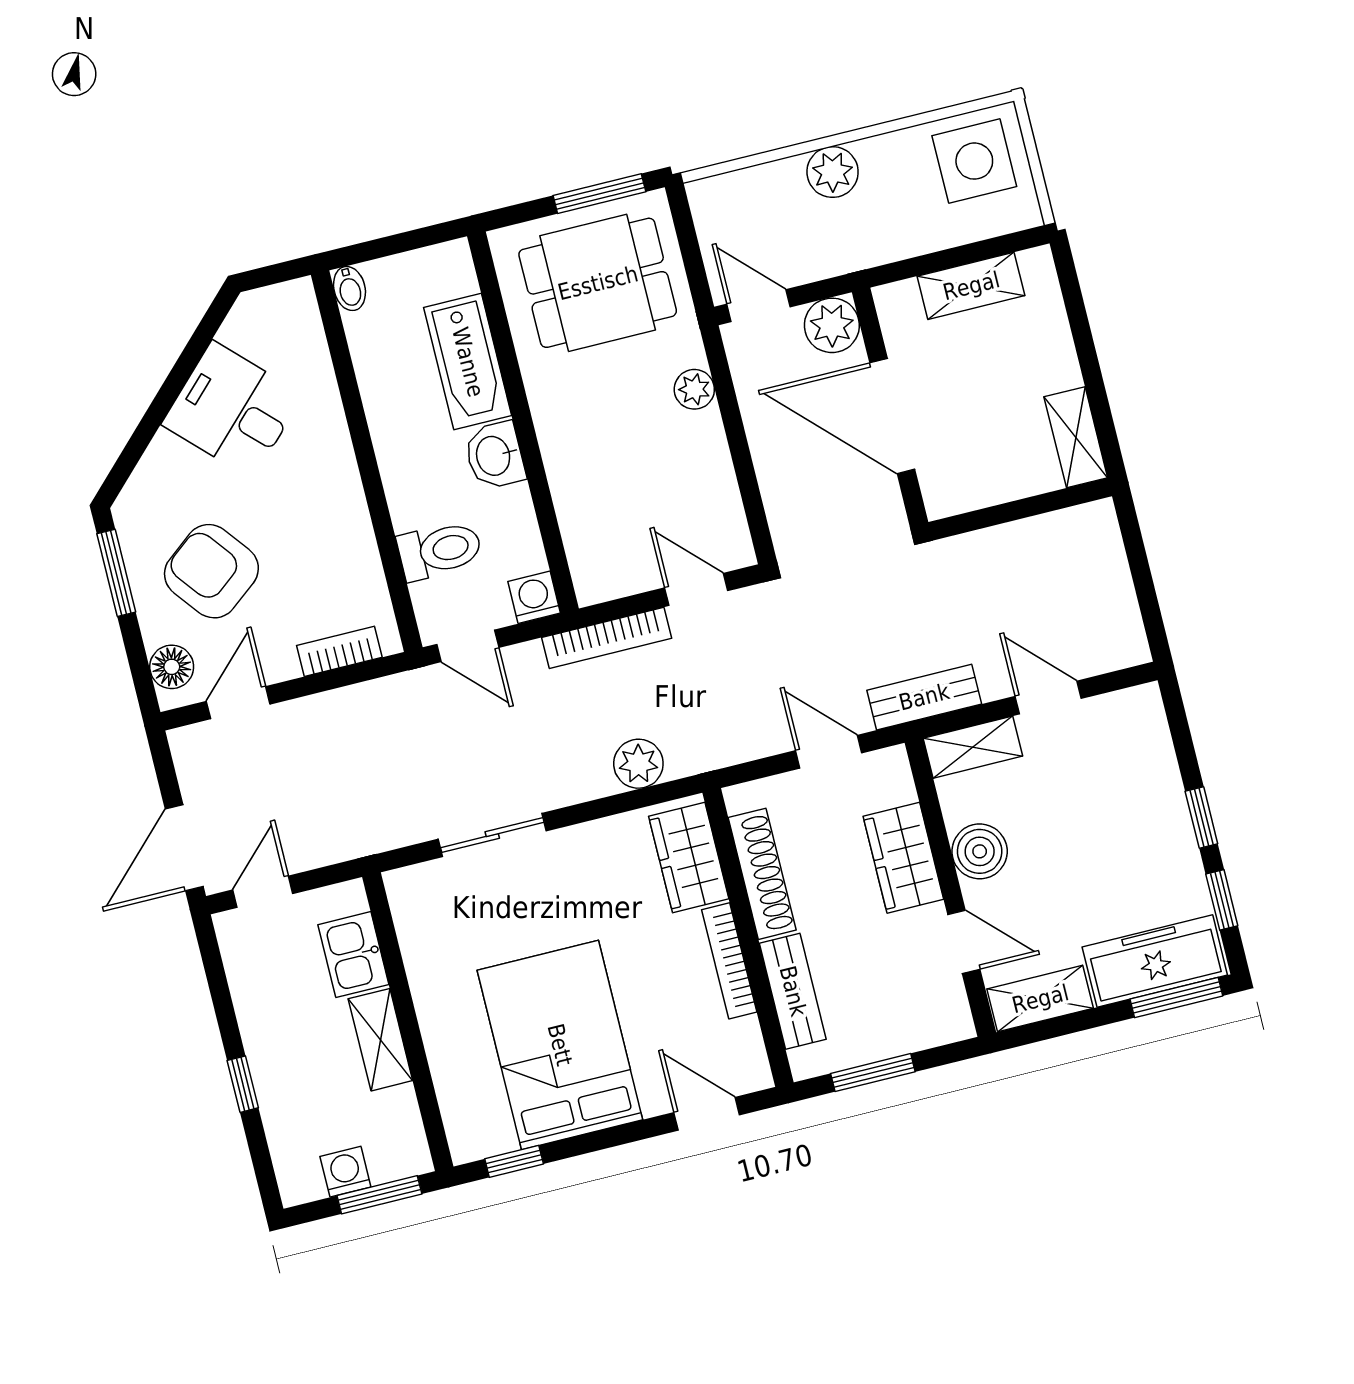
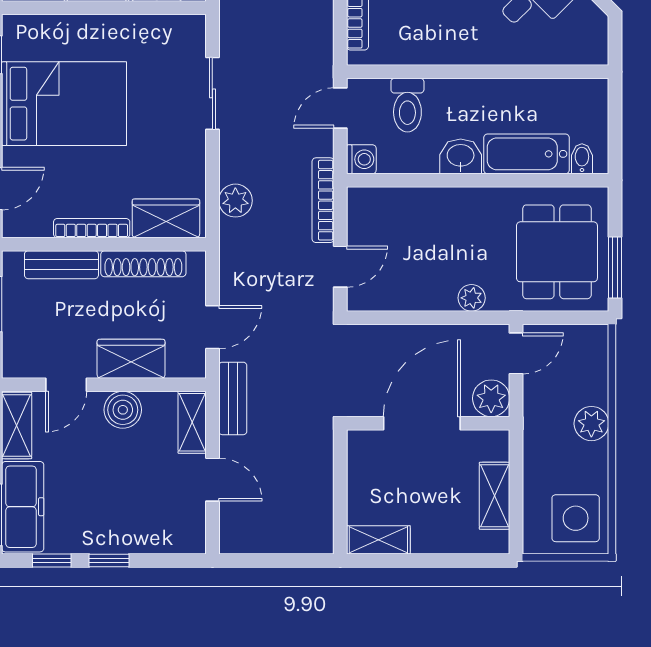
bidet: (350, 288) -> (582, 159), moved, turned 90
door: (1048, 697) -> (212, 480), hinge flipped

